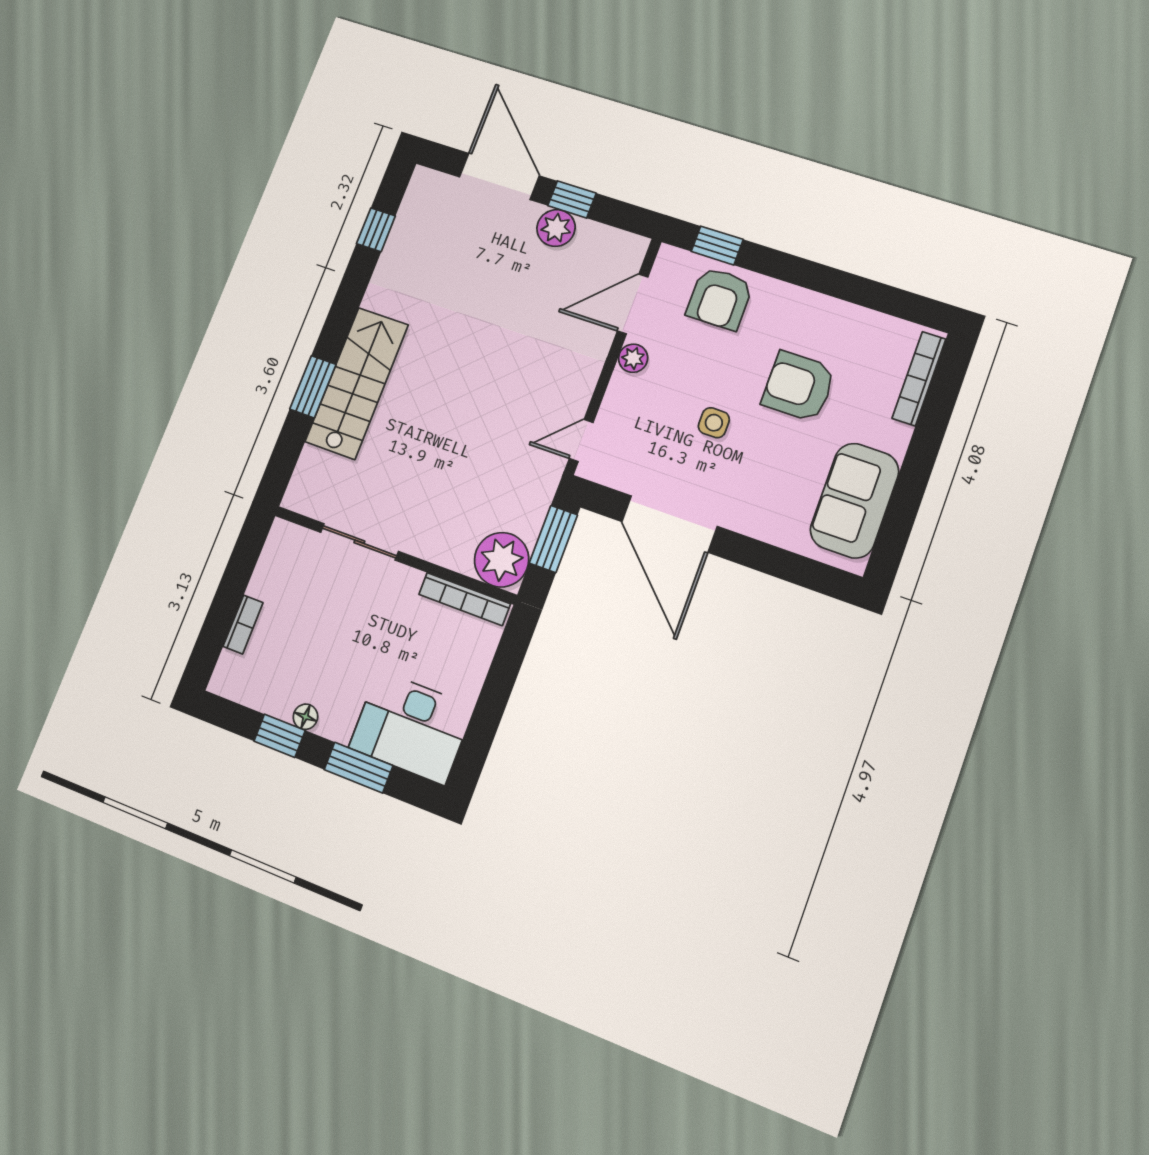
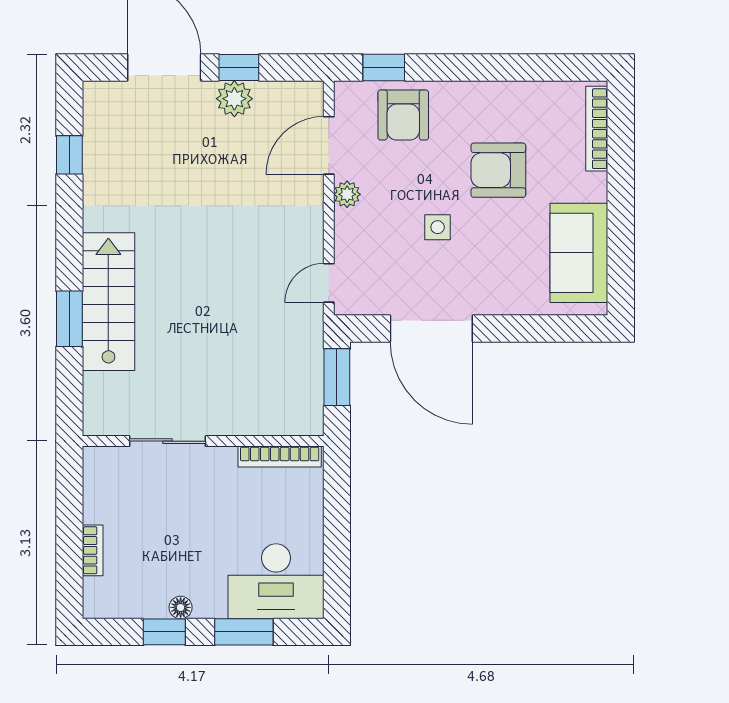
plant: (502, 560) -> (299, 411), removed

